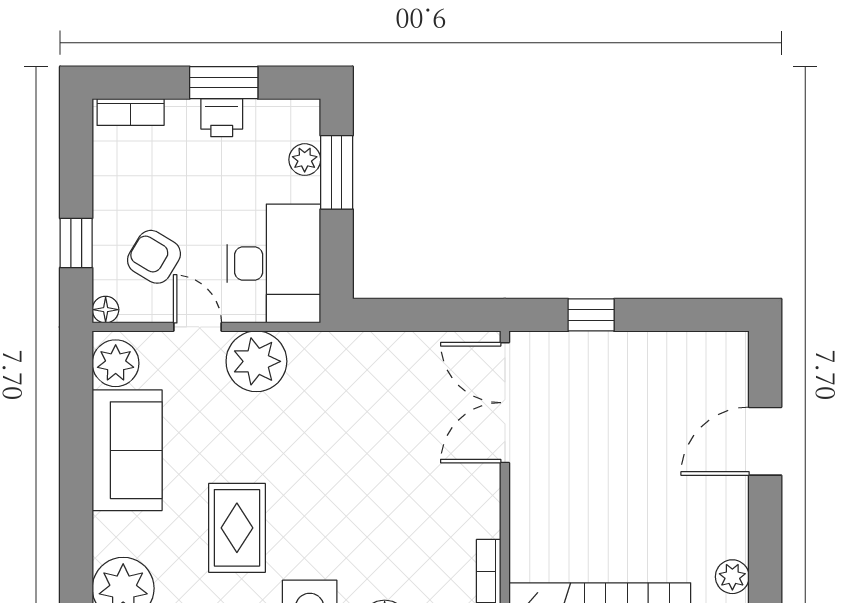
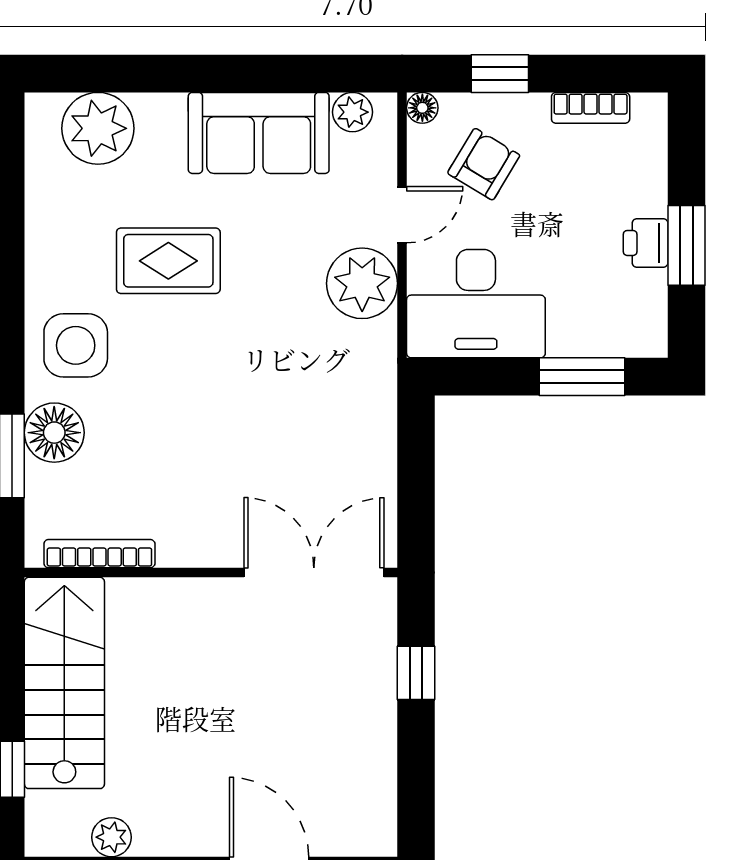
bookcase: (131, 112) -> (591, 108), moved, turned -90
plant: (305, 160) -> (597, 340), removed
plant: (116, 363) -> (352, 112), width x0.73, depth x0.73

